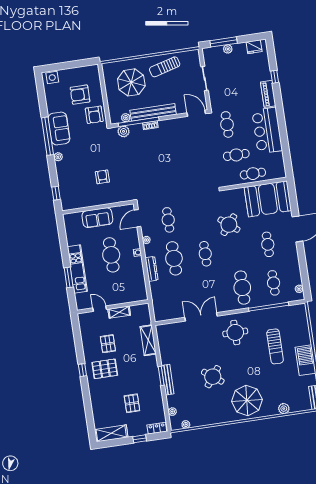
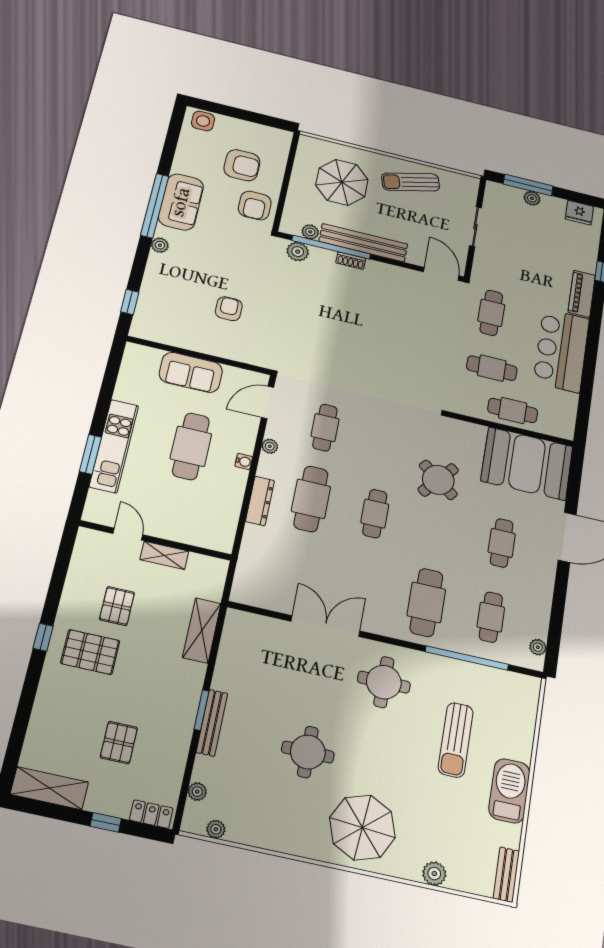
armchair: (80, 95) -> (242, 165), turned 180
round table: (213, 377) -> (308, 752), turned -37

